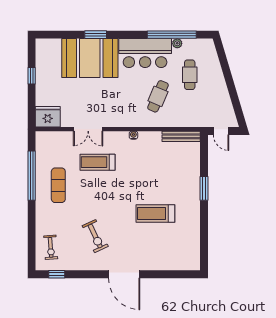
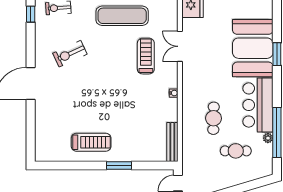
cafe table: (158, 96) -> (214, 118), turned 68
exercise mat: (58, 185) -> (122, 16), width x1.36, depth x1.45
treadmill: (155, 213) -> (91, 142), moved, turned 90

